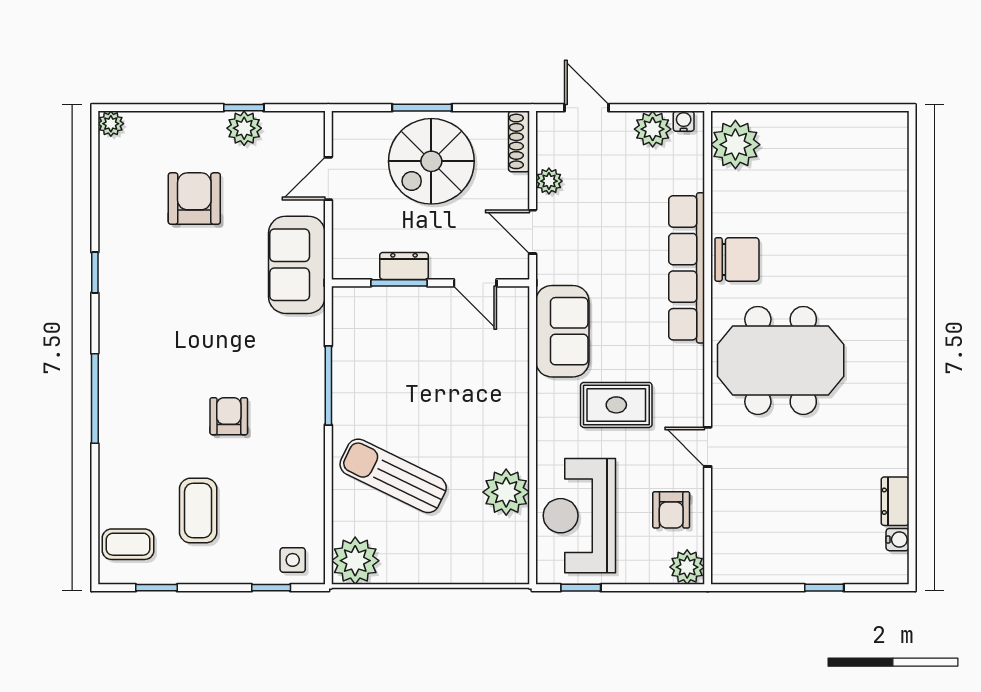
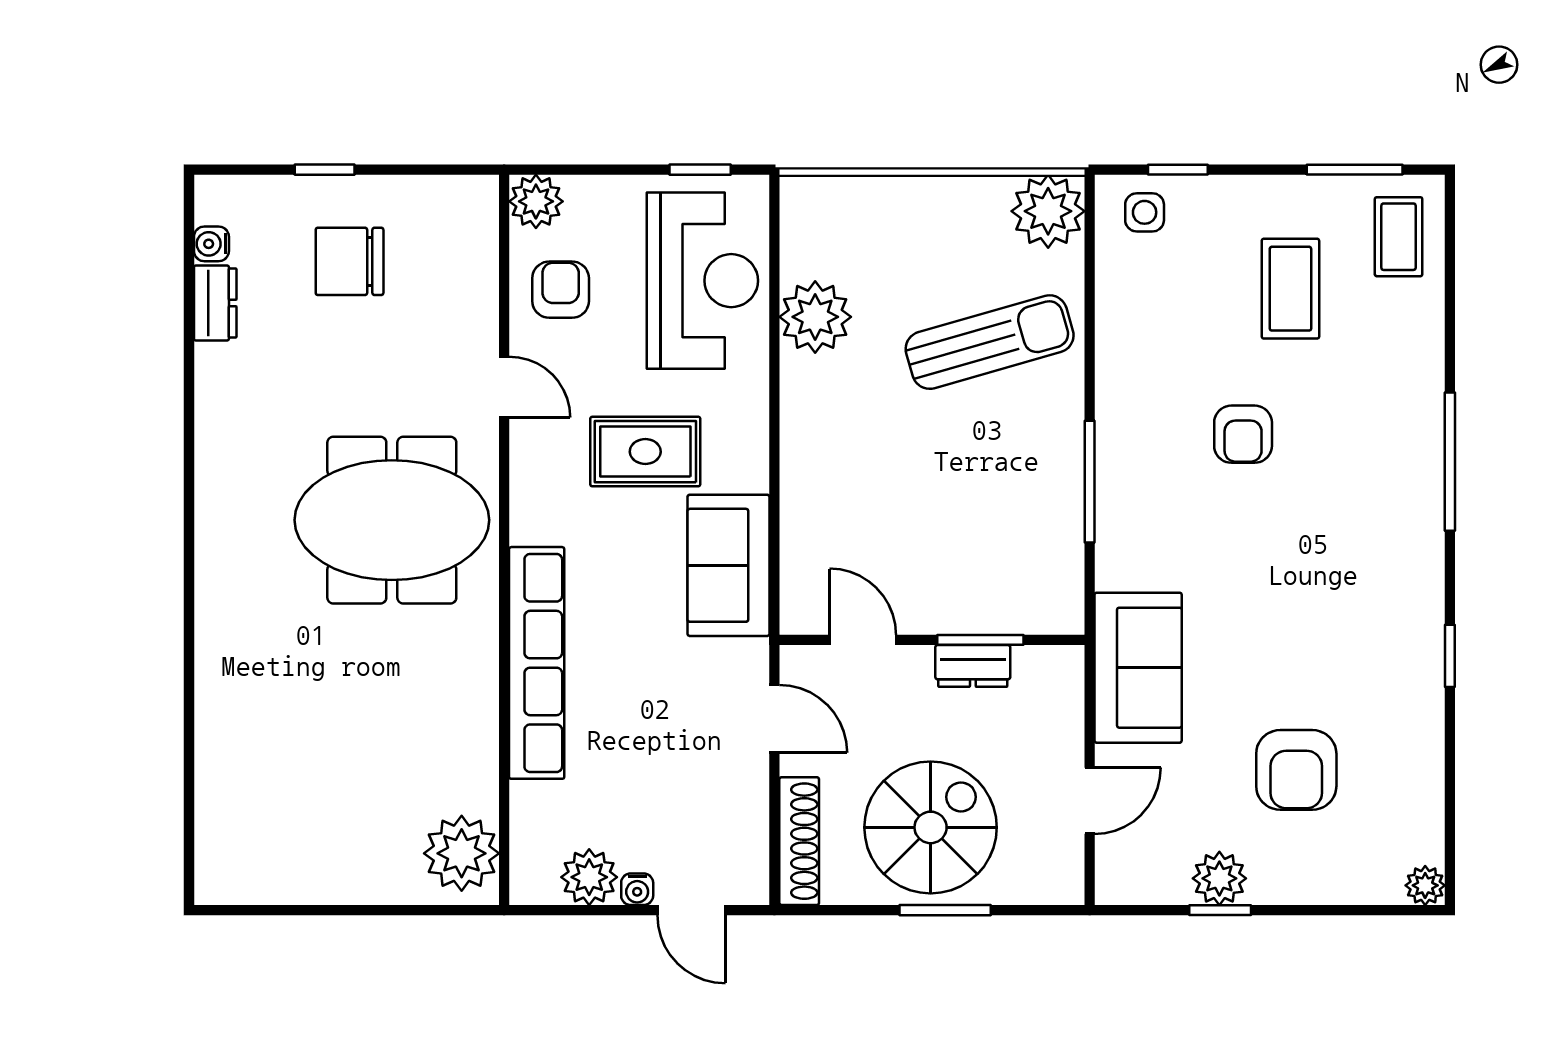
water cooler: (684, 121) -> (637, 889), moved
shoe rack: (519, 141) -> (799, 841), width x1.36, depth x1.24
plant: (549, 181) -> (749, 797), removed
chair: (737, 259) -> (350, 261), moved
sun lounger: (393, 476) -> (990, 342), turned -42
coffee table: (128, 544) -> (1399, 237), turned 90
window: (156, 588) -> (1355, 170), width x1.50

